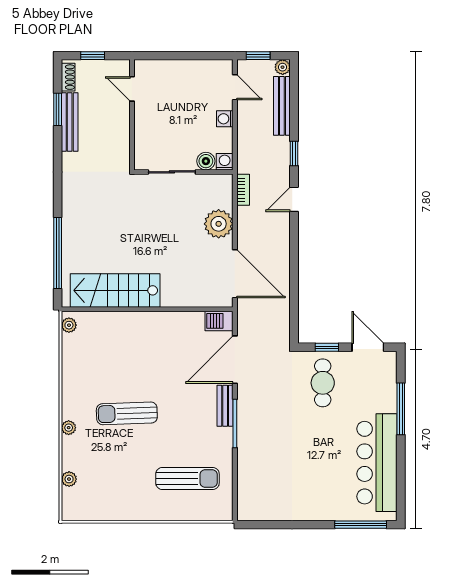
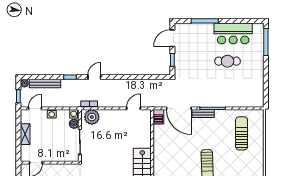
shelving: (186, 68) -> (25, 134), added
door: (294, 199) -> (94, 77), swing flipped
plant: (219, 224) -> (92, 117), moved
door: (235, 274) -> (133, 108), width x0.53
cafe table: (323, 383) -> (228, 61), moved
bar counter: (377, 463) -> (233, 33), width x0.73

